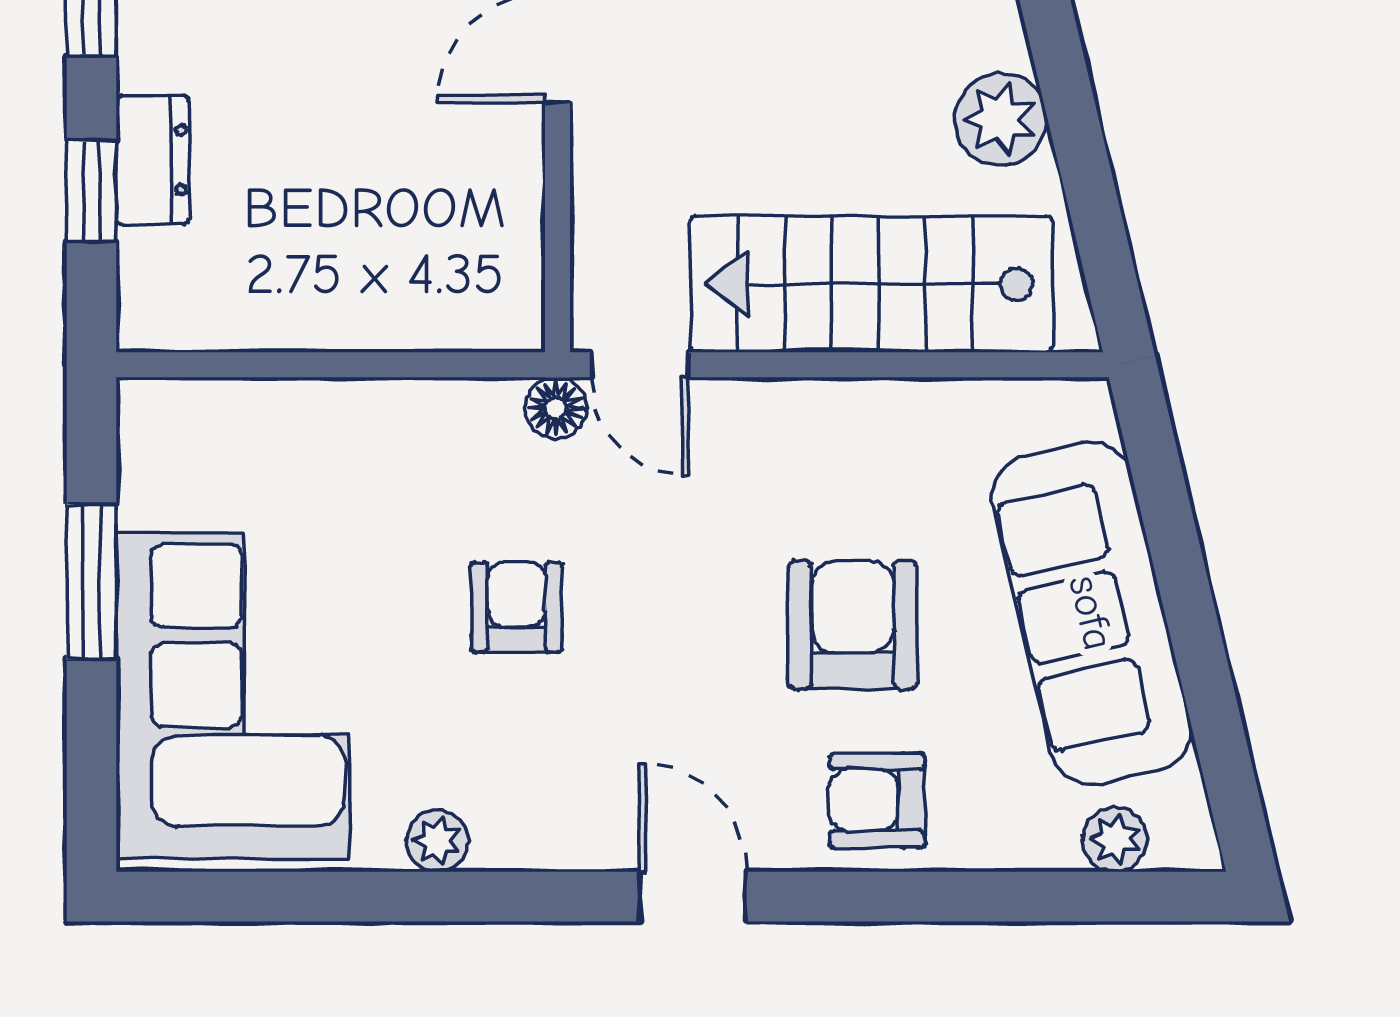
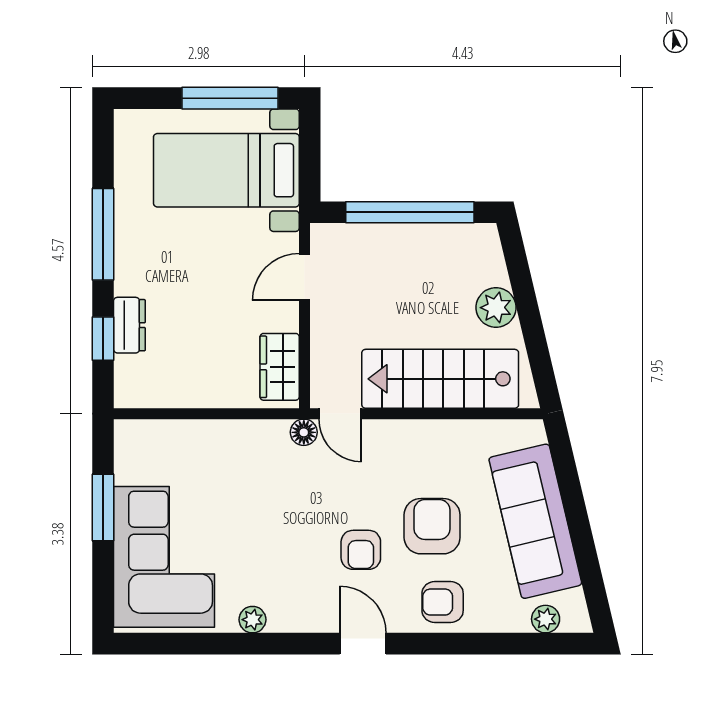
wardrobe: (500, 256) -> (280, 367), added
armchair: (517, 607) -> (361, 550), moved, turned 180

